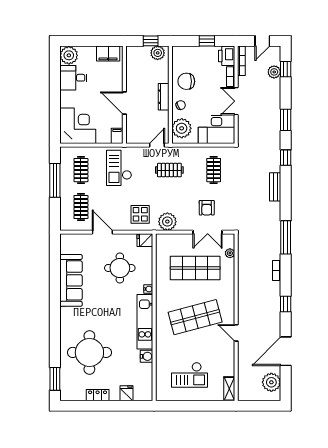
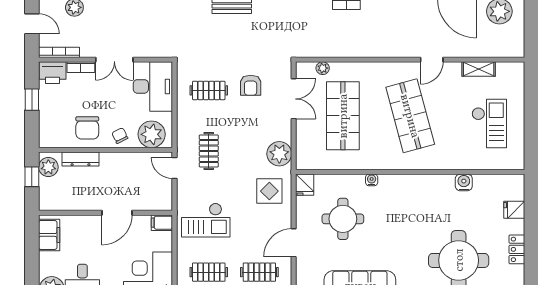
dresser: (164, 97) -> (80, 159), moved
armchair: (207, 208) -> (251, 85), moved, turned 90
kitchen unit: (145, 322) -> (416, 185), removed
shelving: (229, 389) -> (479, 69), moved

